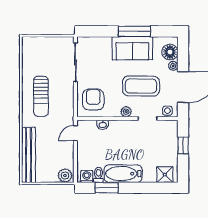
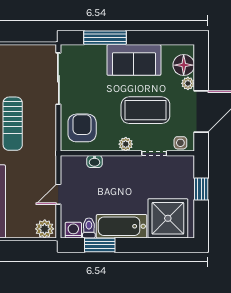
window: (134, 31) -> (105, 38), moved
door: (75, 133) -> (58, 194), moved
shower: (165, 175) -> (168, 218), width x1.86, depth x1.86

